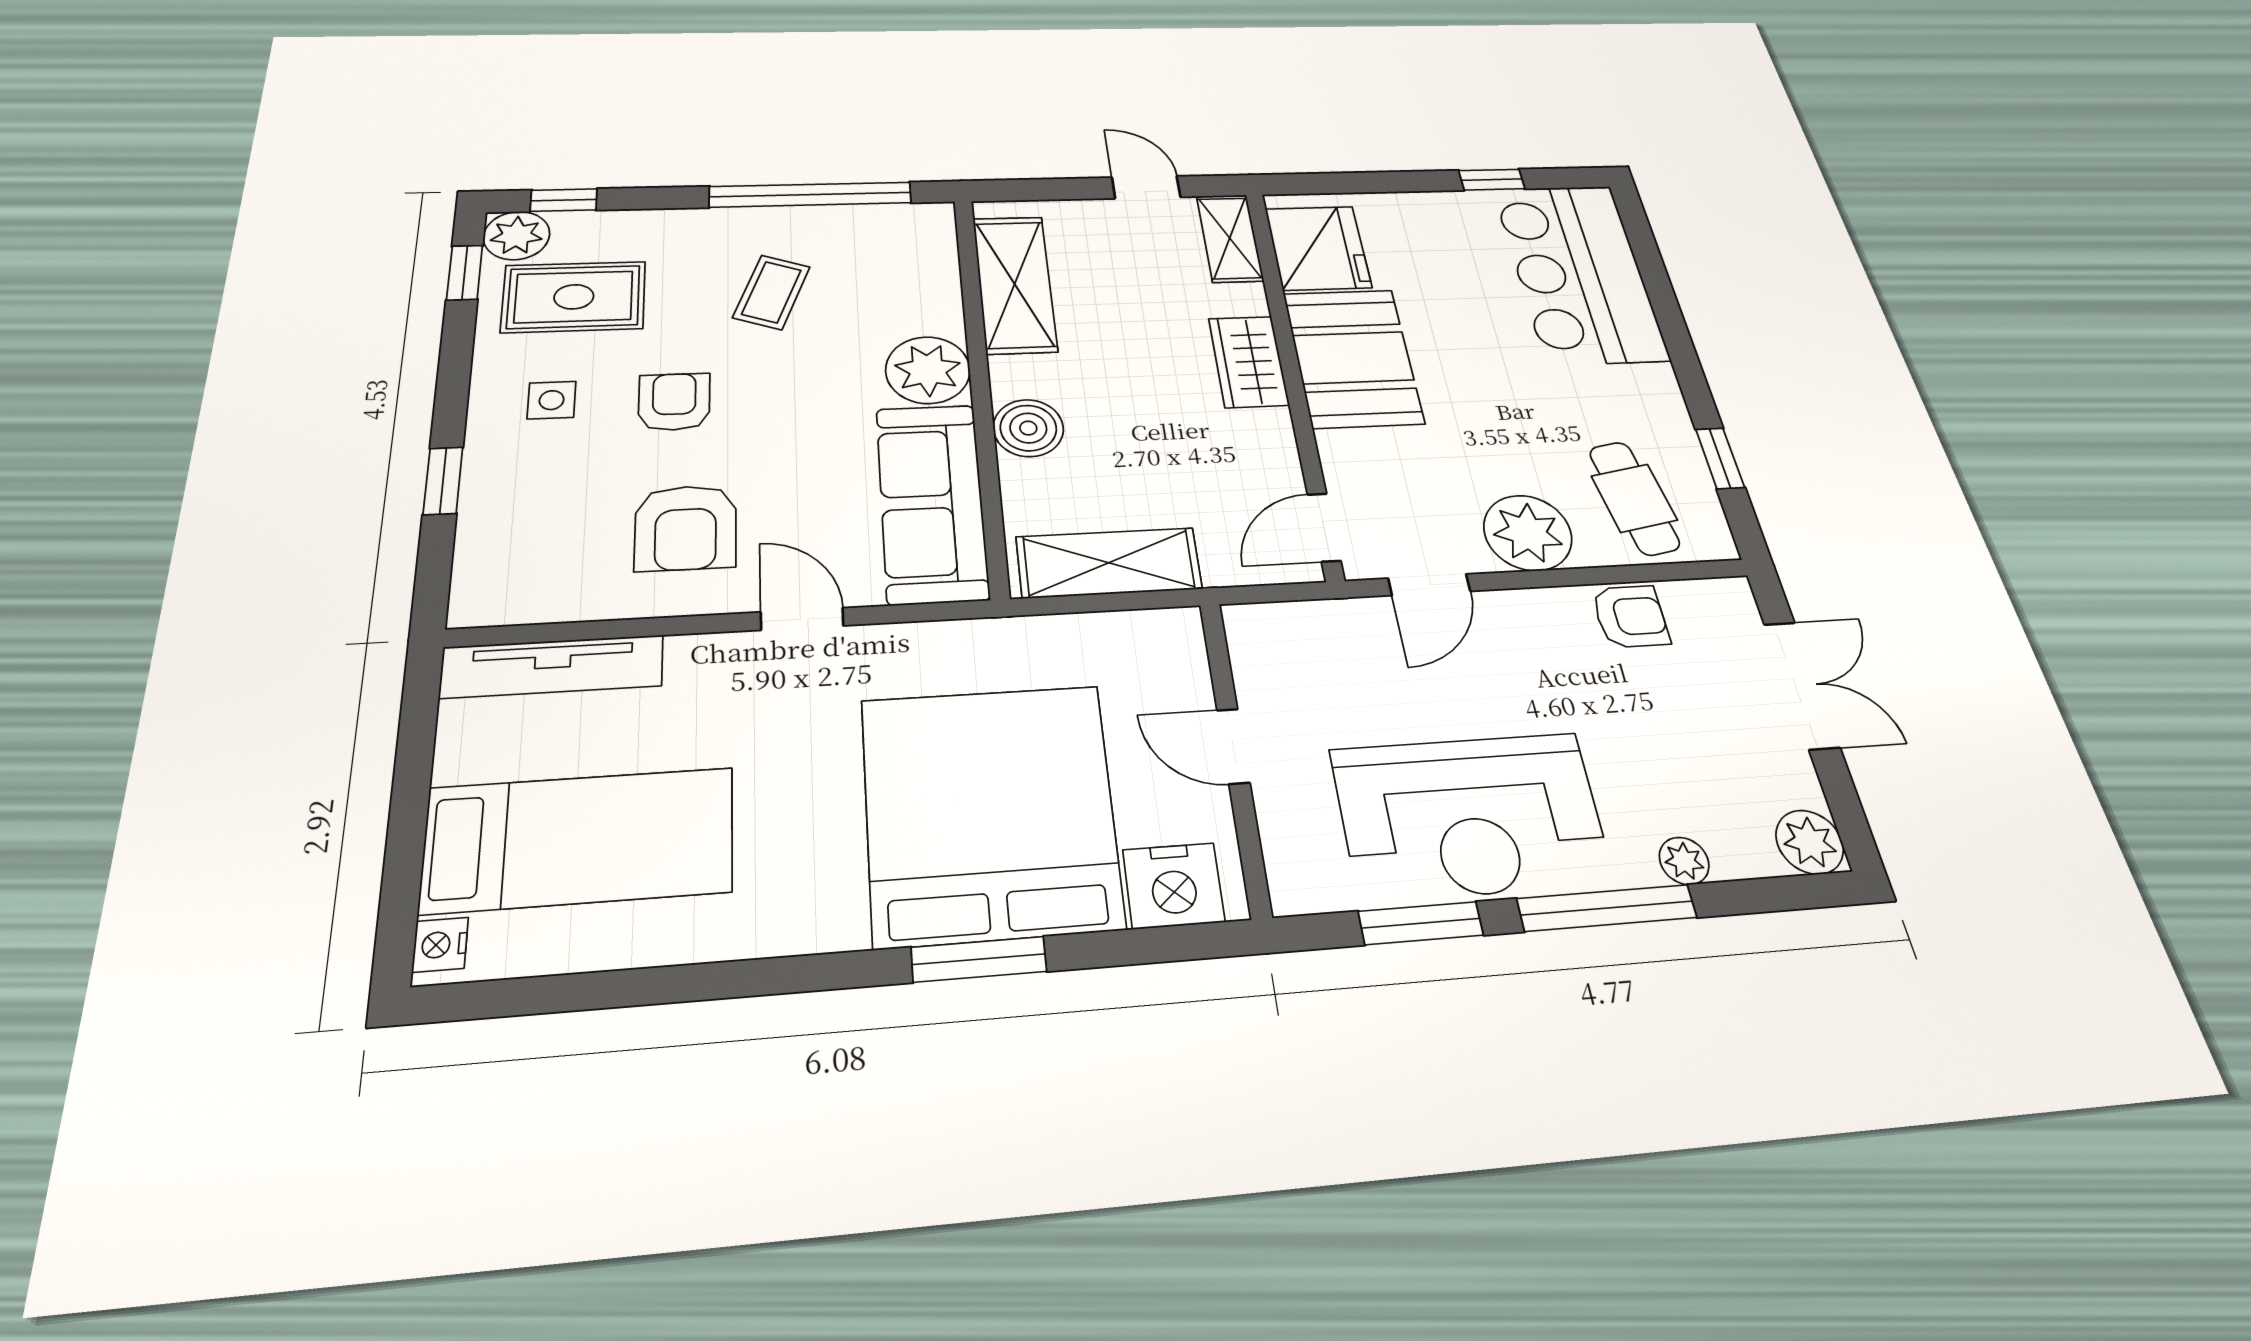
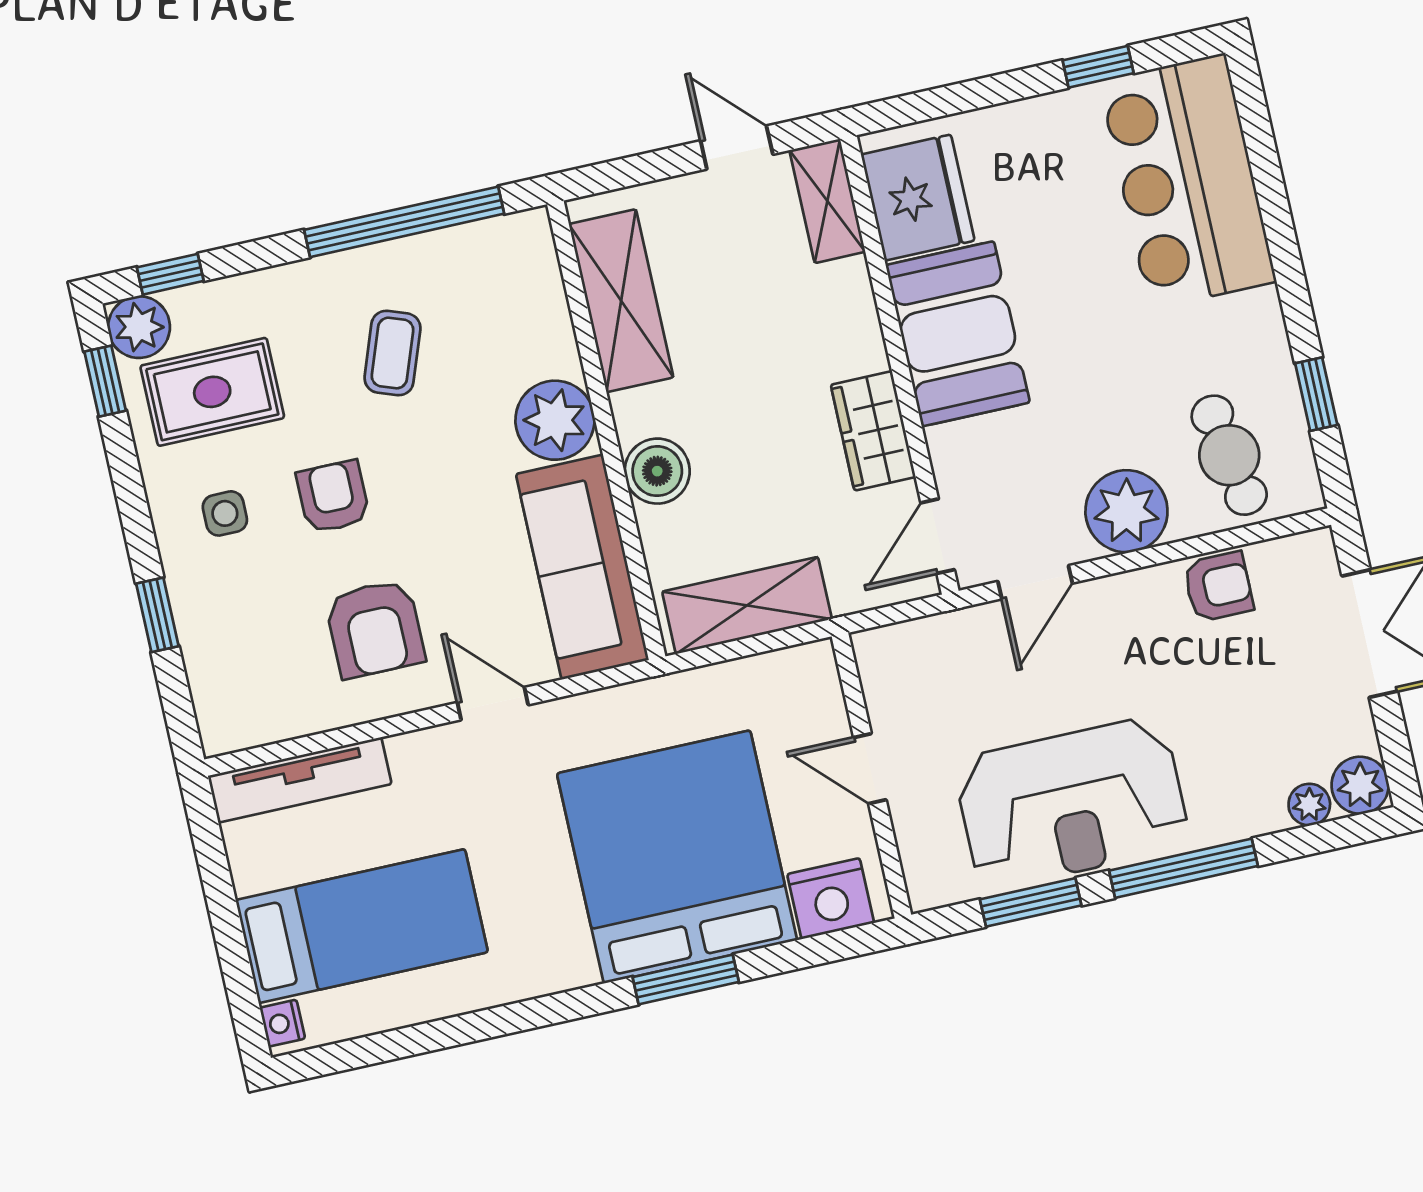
wardrobe: (1249, 362) -> (873, 431), moved
plant: (1684, 861) -> (1309, 805), moved

